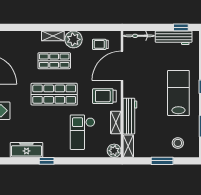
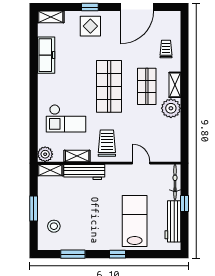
window: (181, 27) -> (184, 203), moved
trolley: (100, 44) -> (166, 49), moved
door: (122, 66) -> (141, 163), width x0.53
lab bench: (178, 93) -> (135, 221), moved, turned -90
checkout: (82, 132) -> (66, 118), turned 180
window: (47, 161) -> (34, 78), removed

